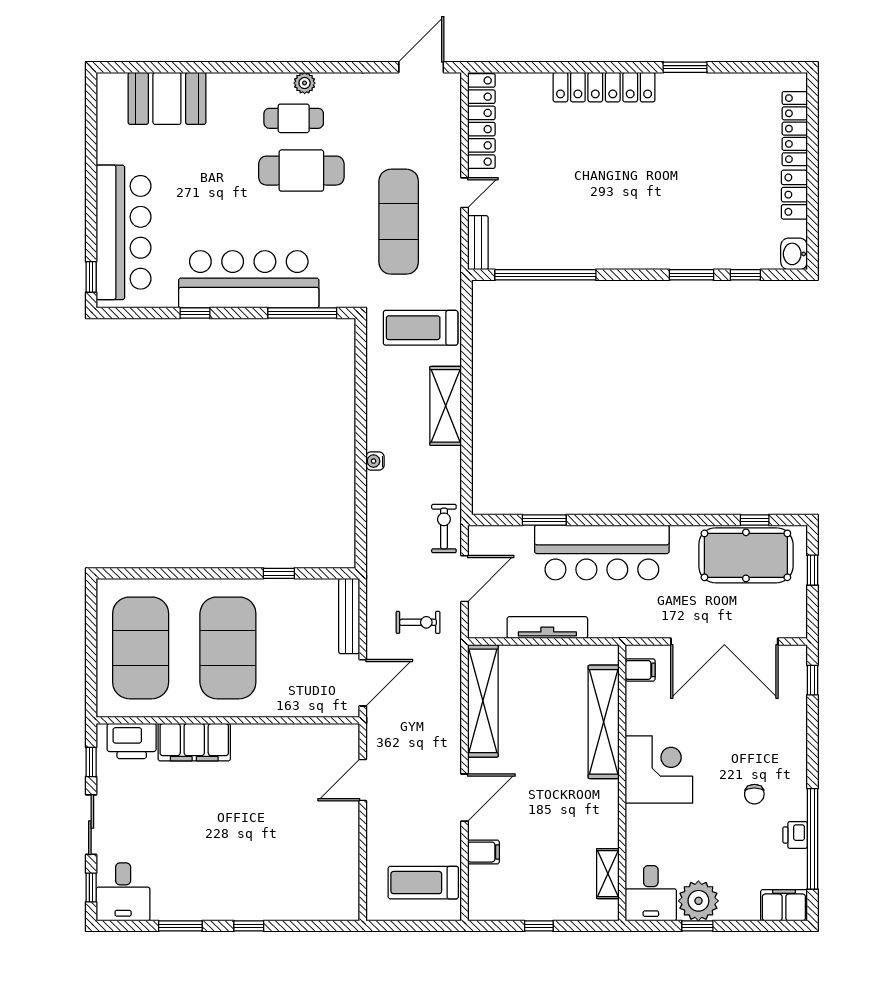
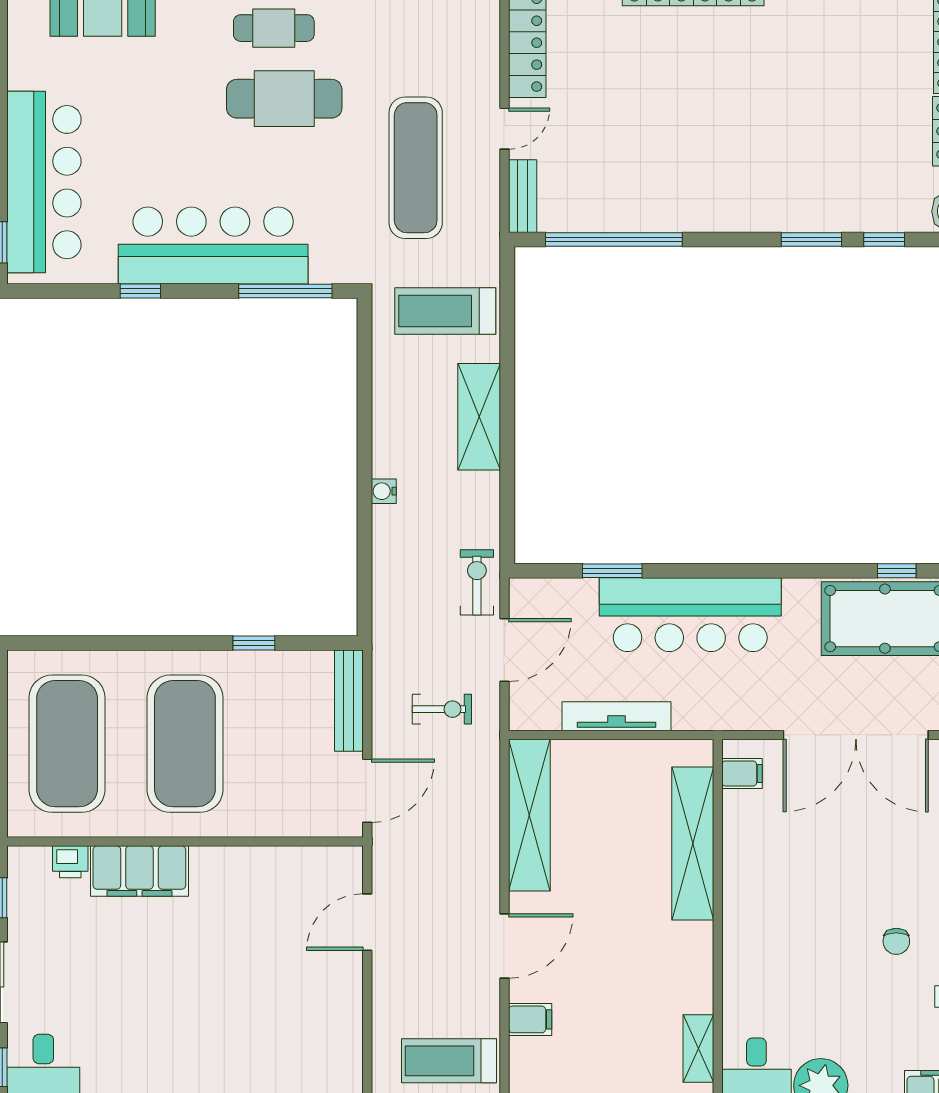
printer: (132, 741) -> (70, 862), width x0.53, depth x0.68
corner desk: (659, 770) -> (767, 908), removed

